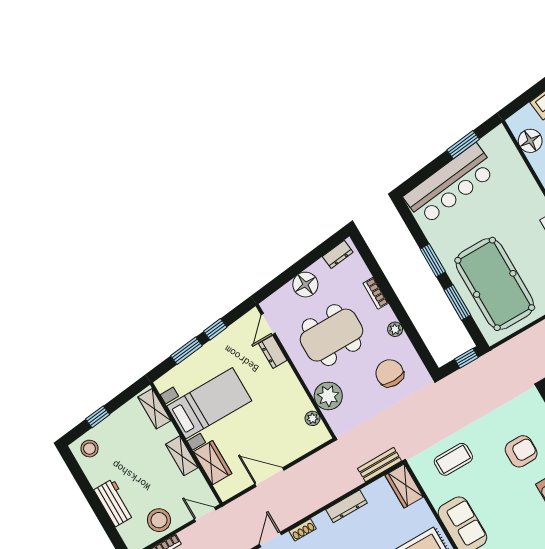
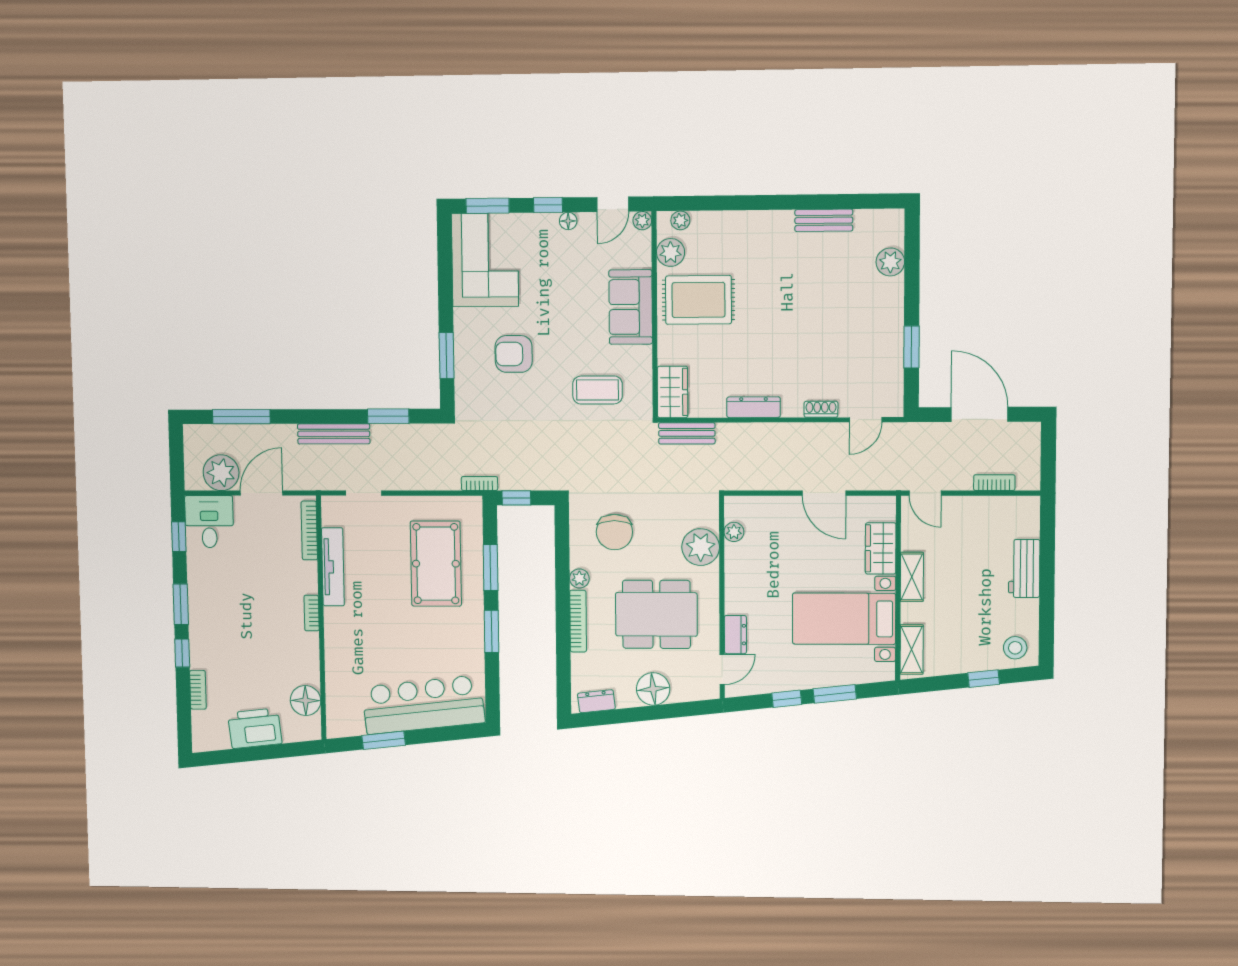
pool table: (495, 284) -> (436, 564), width x0.73, depth x0.76
bookcase: (376, 293) -> (578, 621), width x1.56
bookcase: (496, 354) -> (479, 483), added
stool: (159, 520) -> (983, 518), removed

